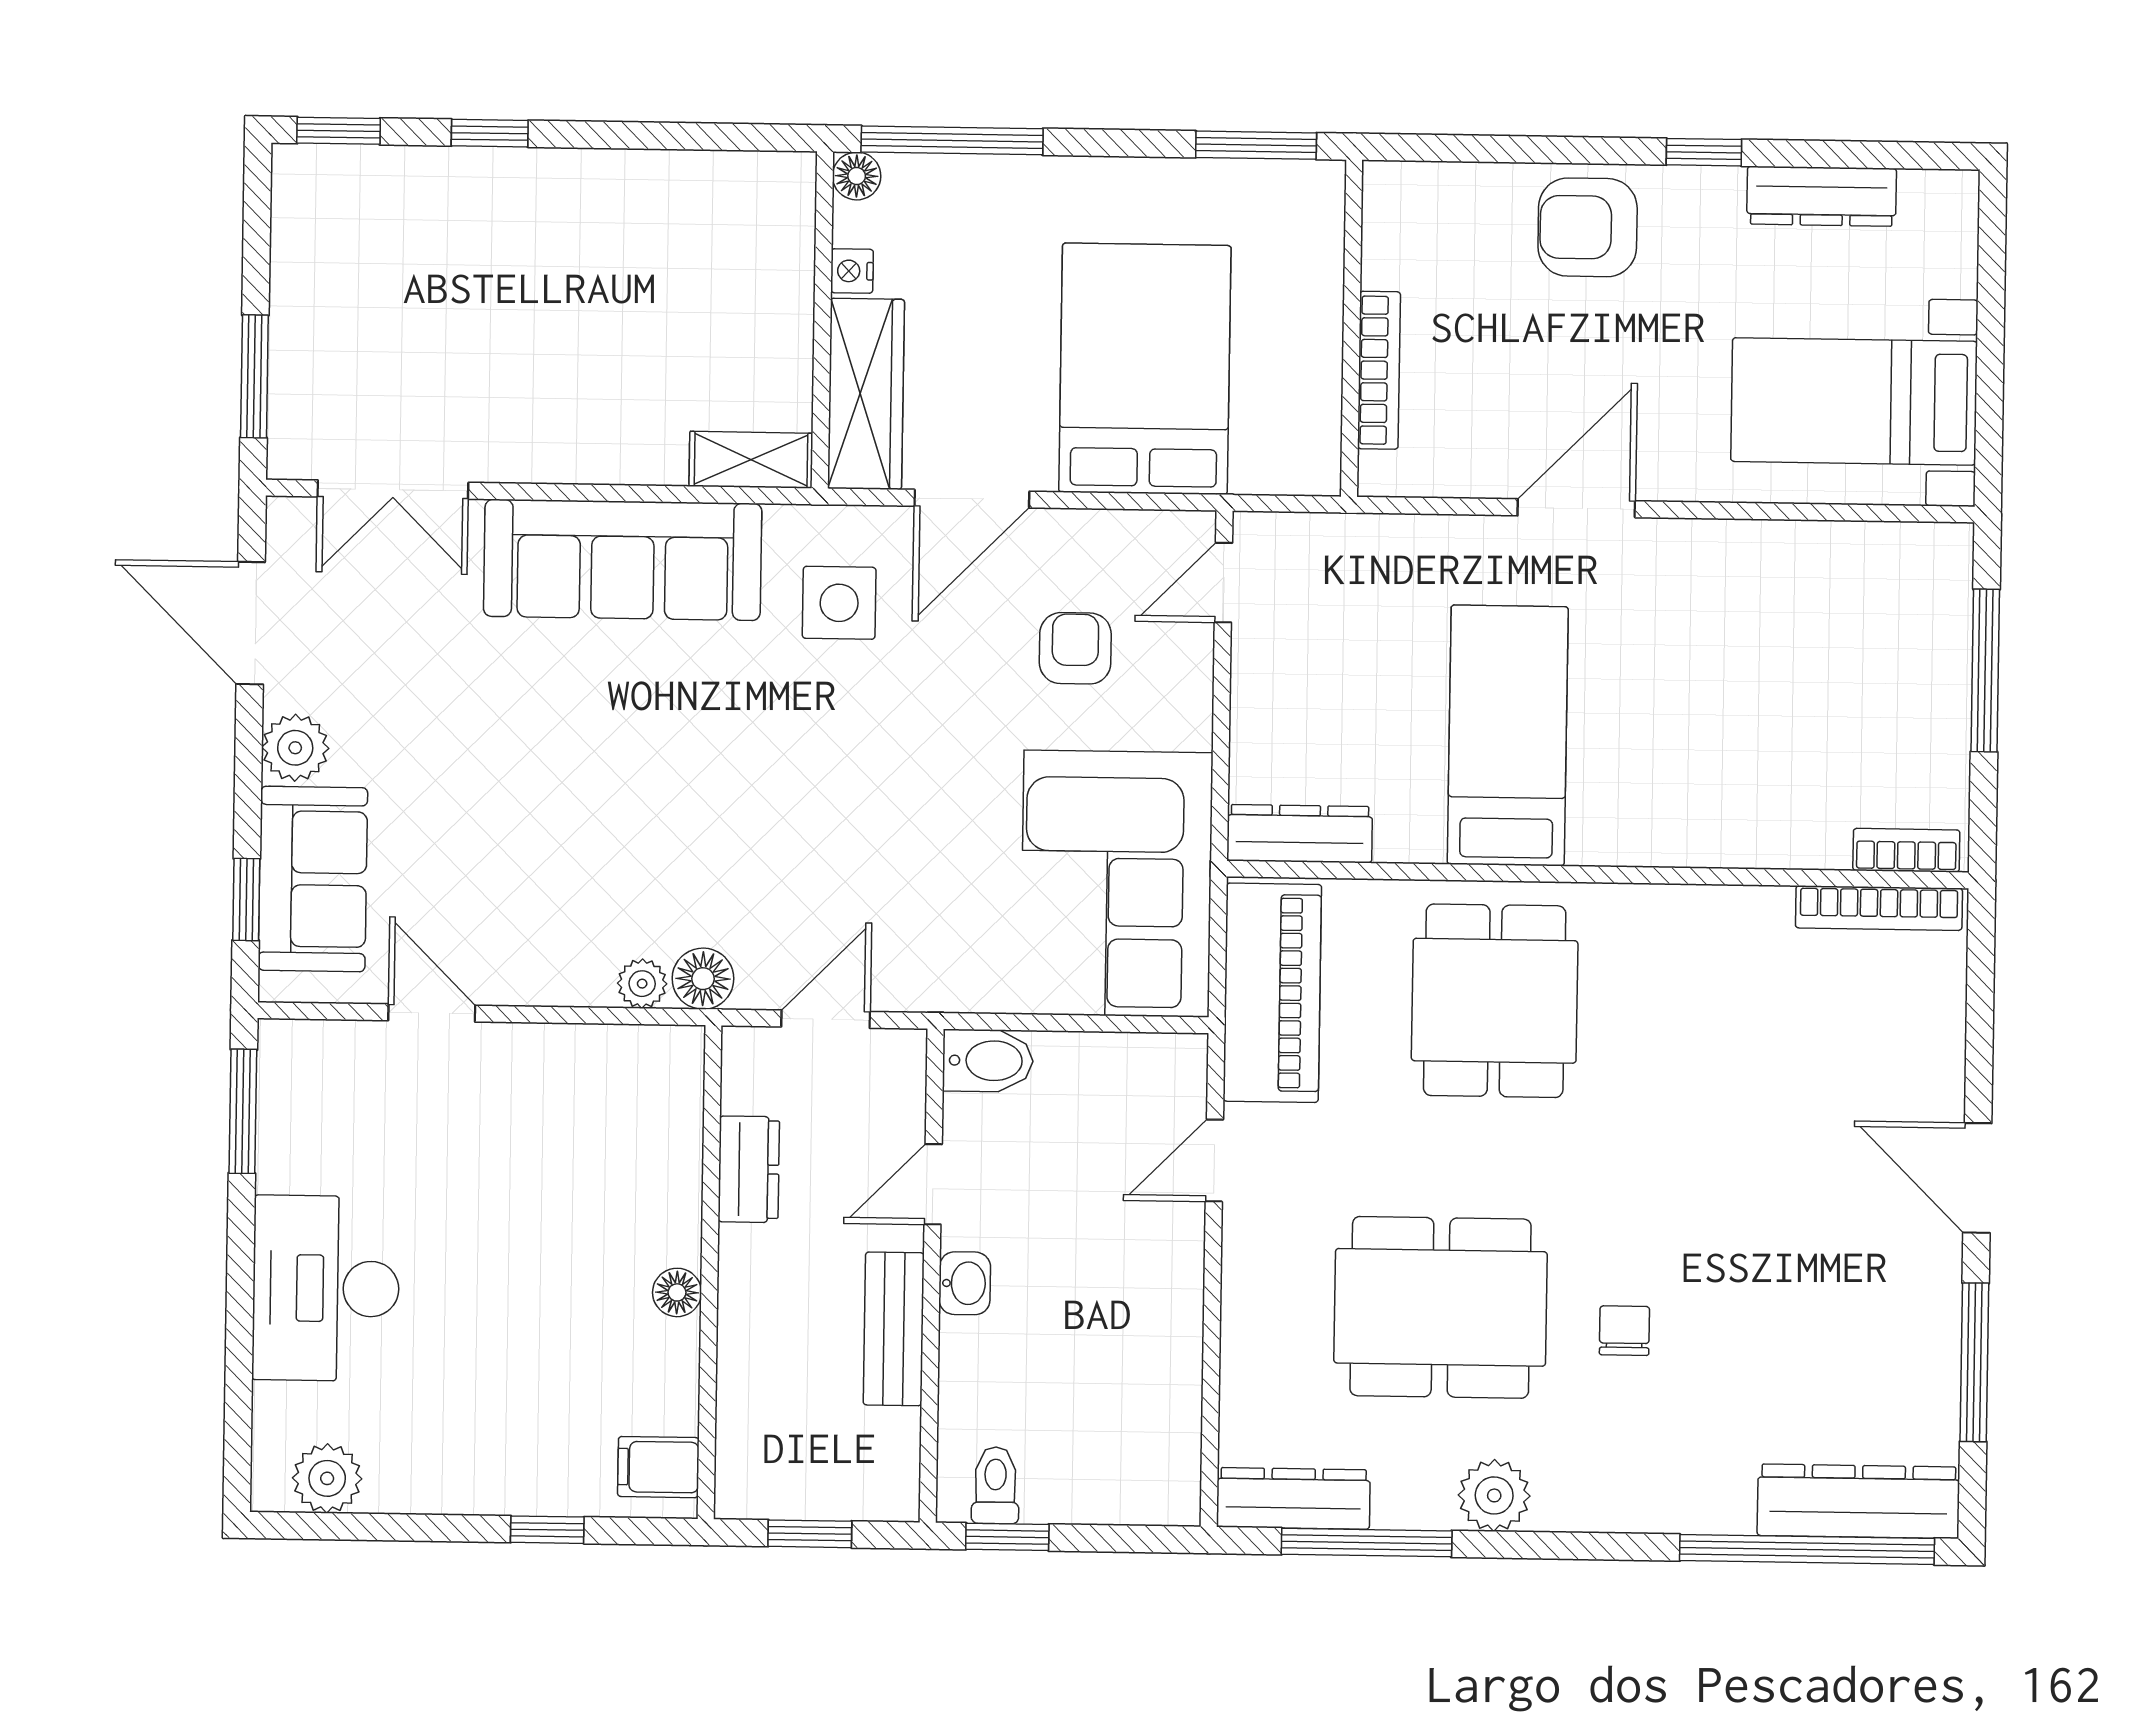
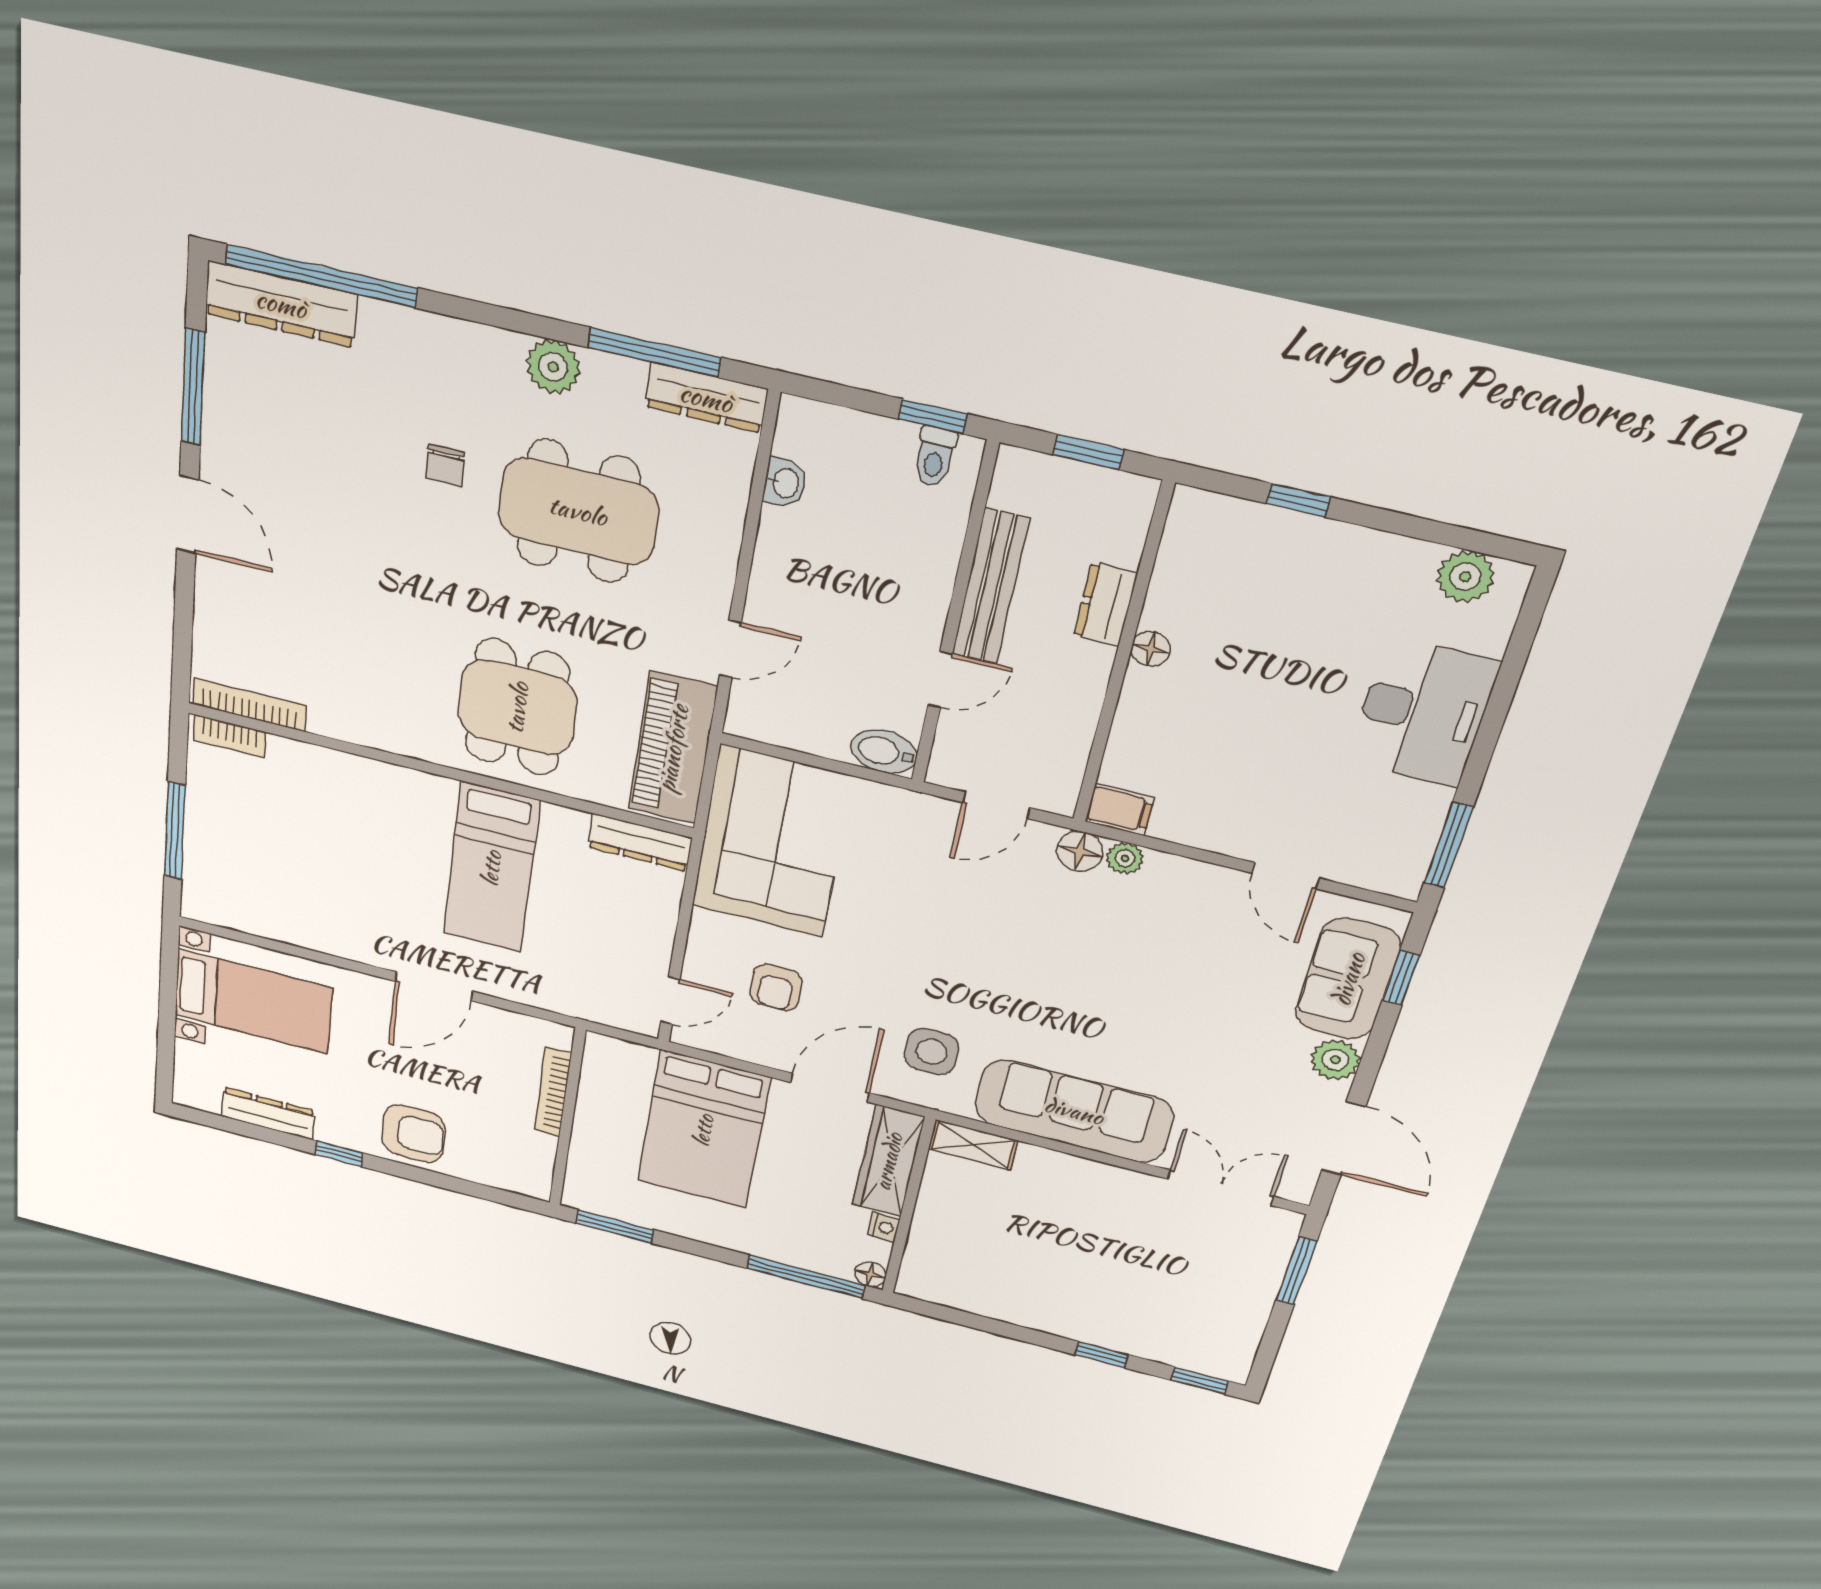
dresser: (749, 1169) -> (1105, 604), moved
washbasin: (965, 1283) -> (785, 483), moved, turned 180
bench: (894, 1329) -> (990, 587), width x1.36
filing cabinet: (658, 1467) -> (1120, 809), moved

